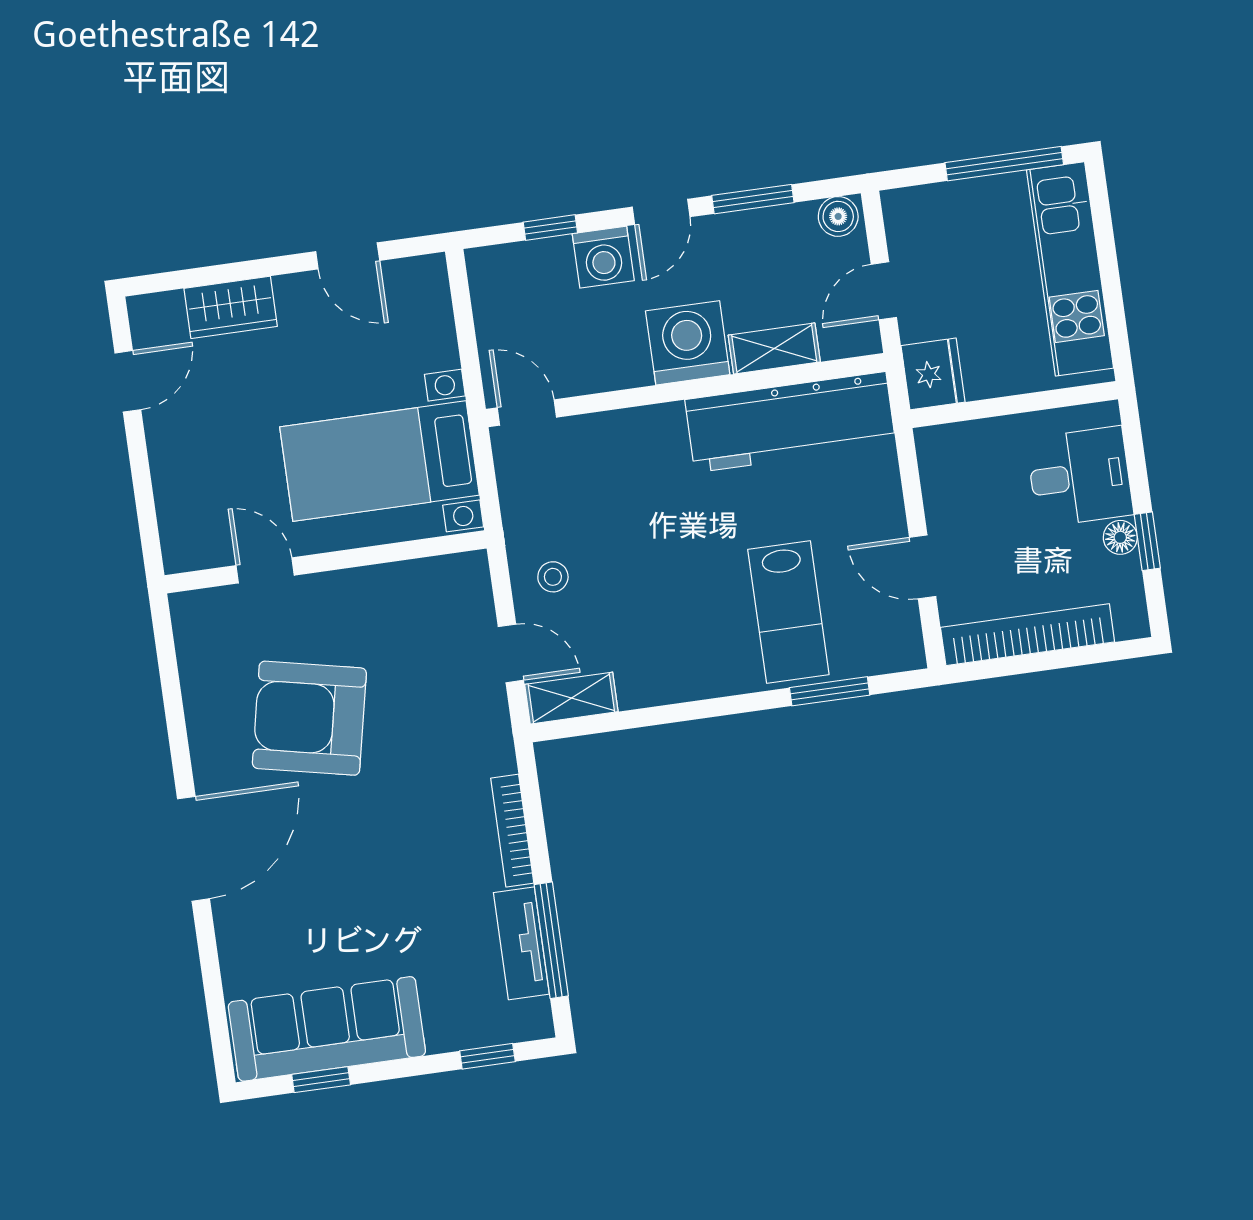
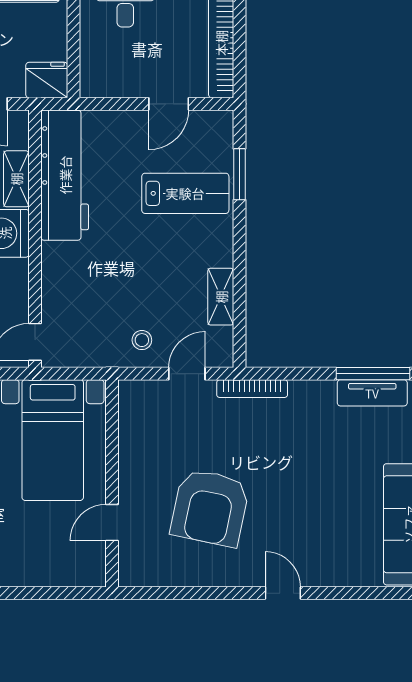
shelving: (571, 698) -> (221, 297), moved
bookcase: (512, 831) -> (252, 389), moved
door: (194, 849) -> (283, 593), width x0.53

